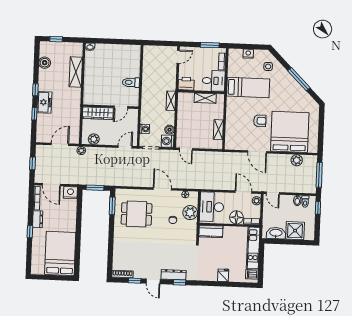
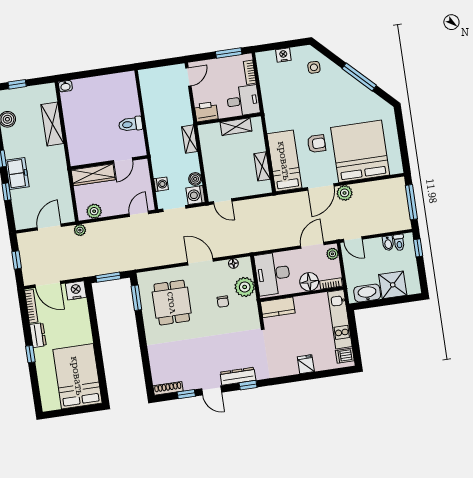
bed: (248, 88) -> (284, 161), moved, turned -90
door: (257, 152) -> (321, 187), hinge flipped
plant: (297, 160) -> (345, 193), moved
door: (243, 192) -> (312, 245), hinge flipped
dining table: (137, 214) -> (172, 303), turned 90

